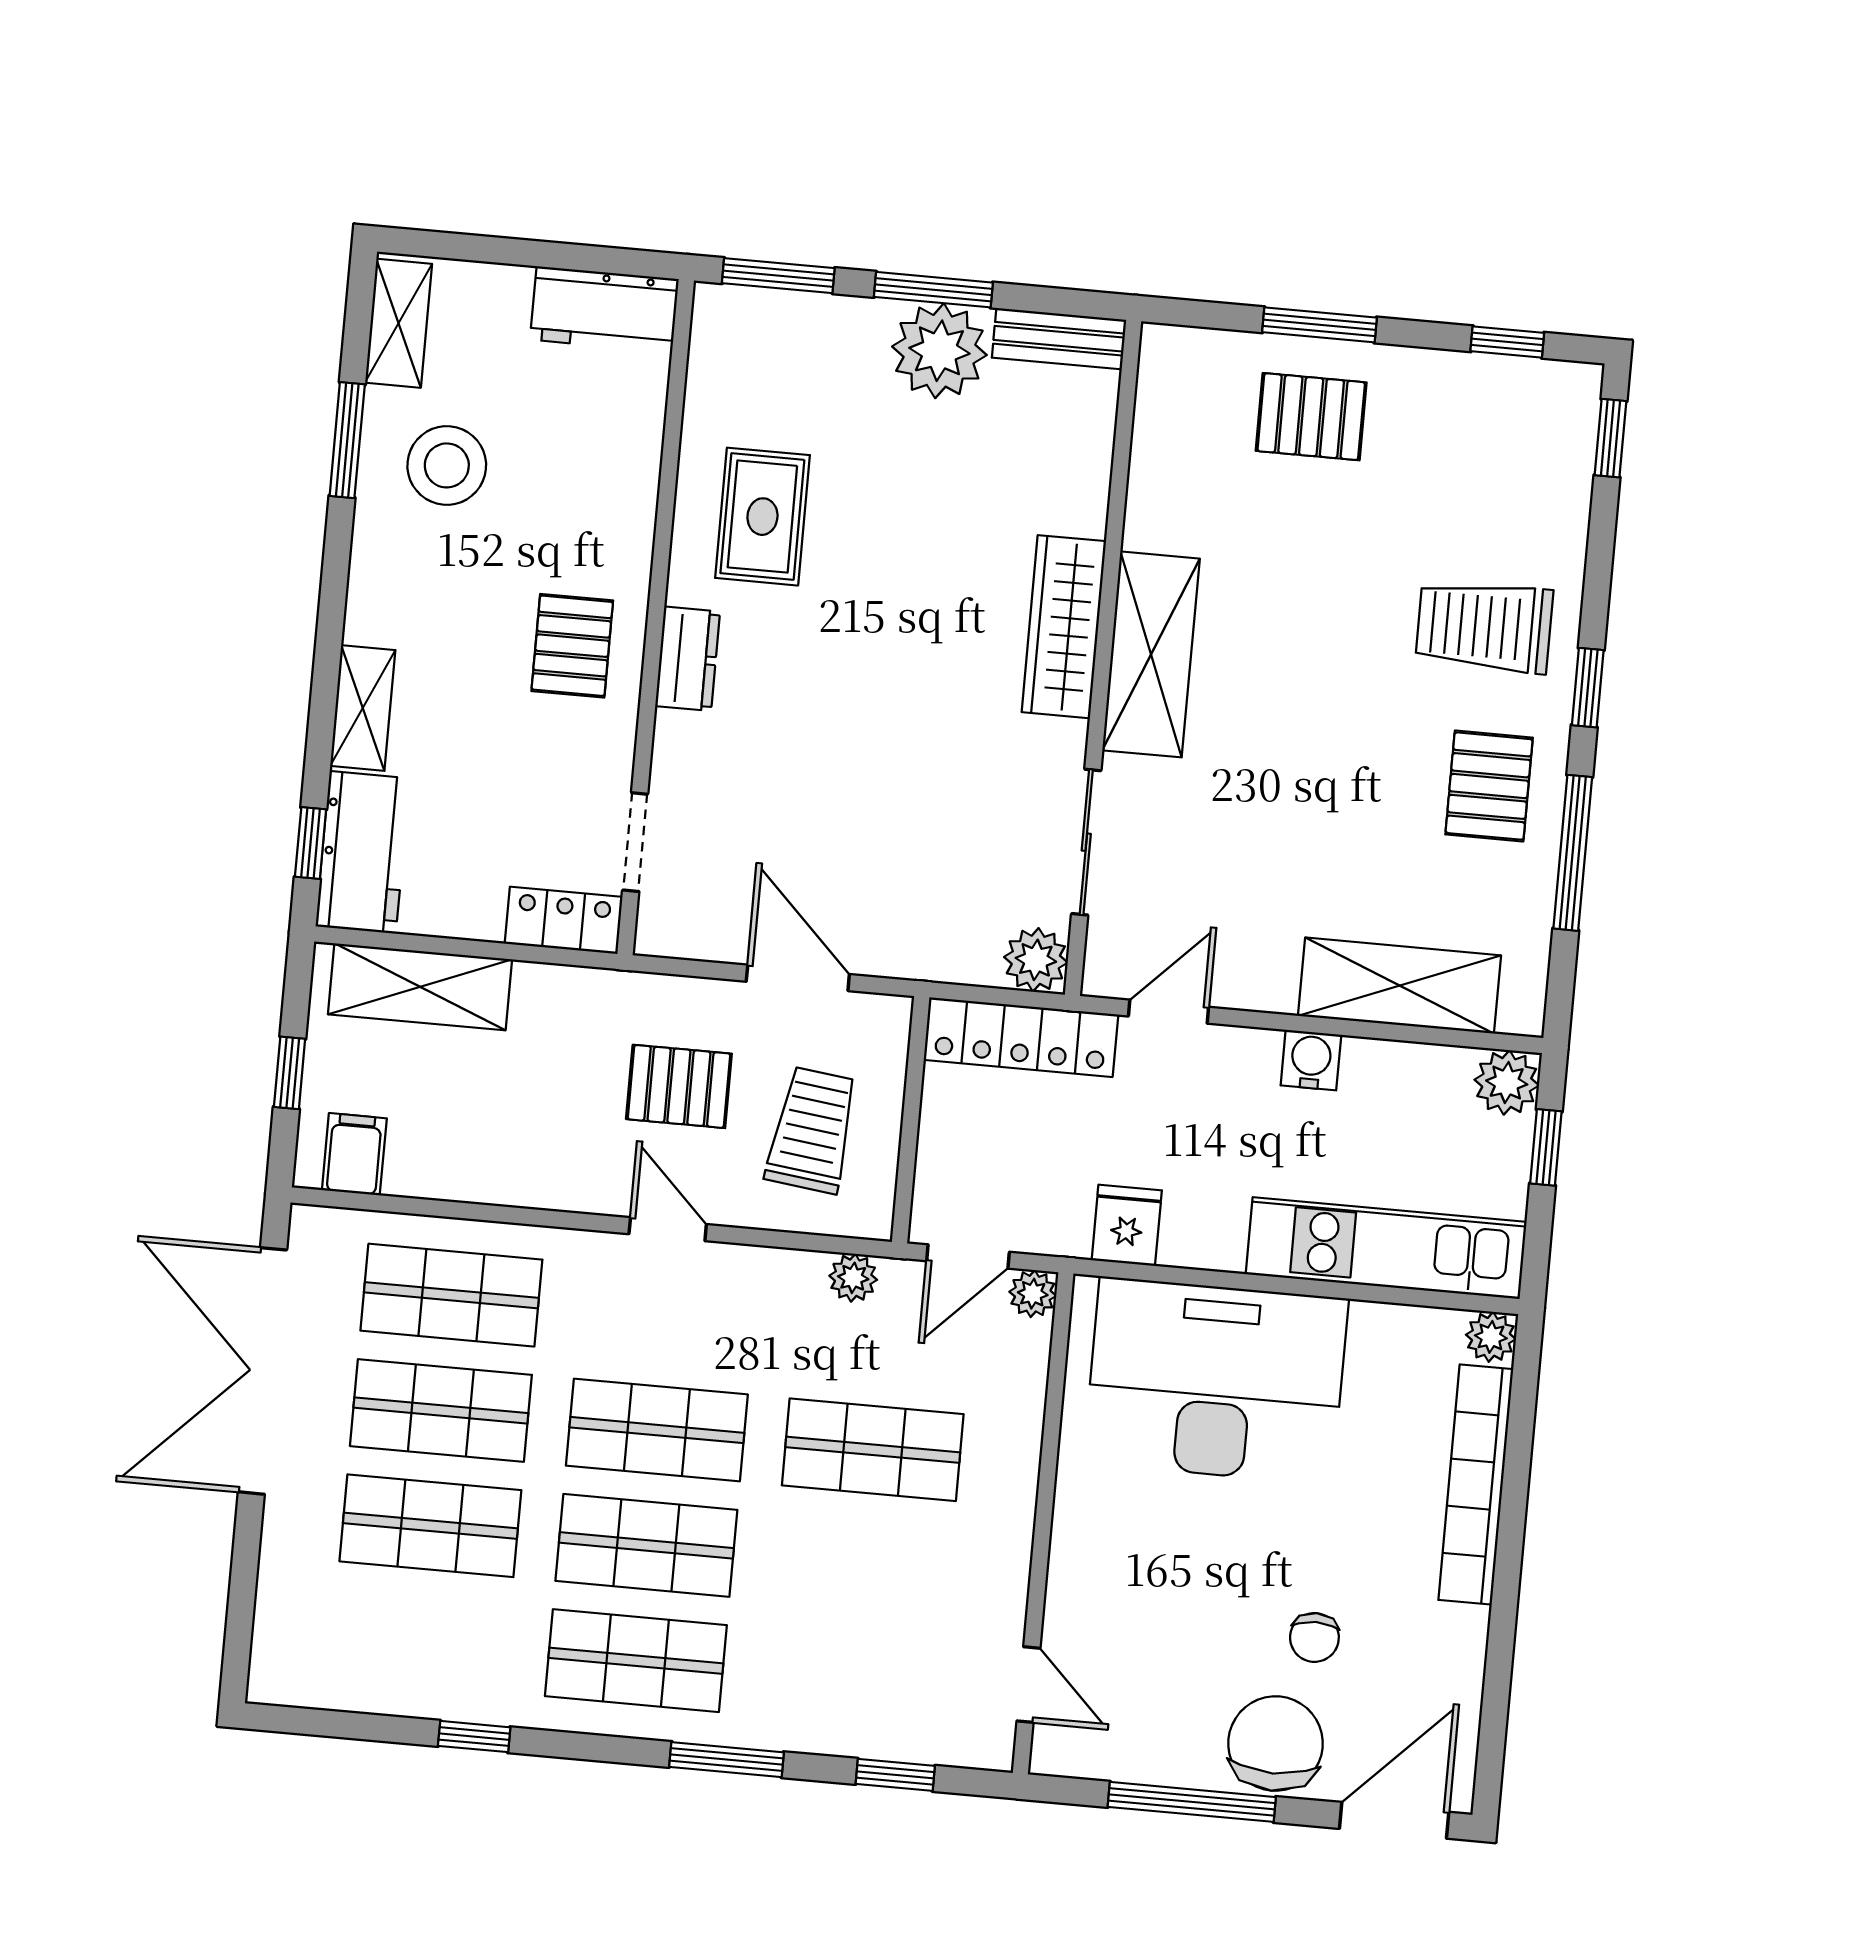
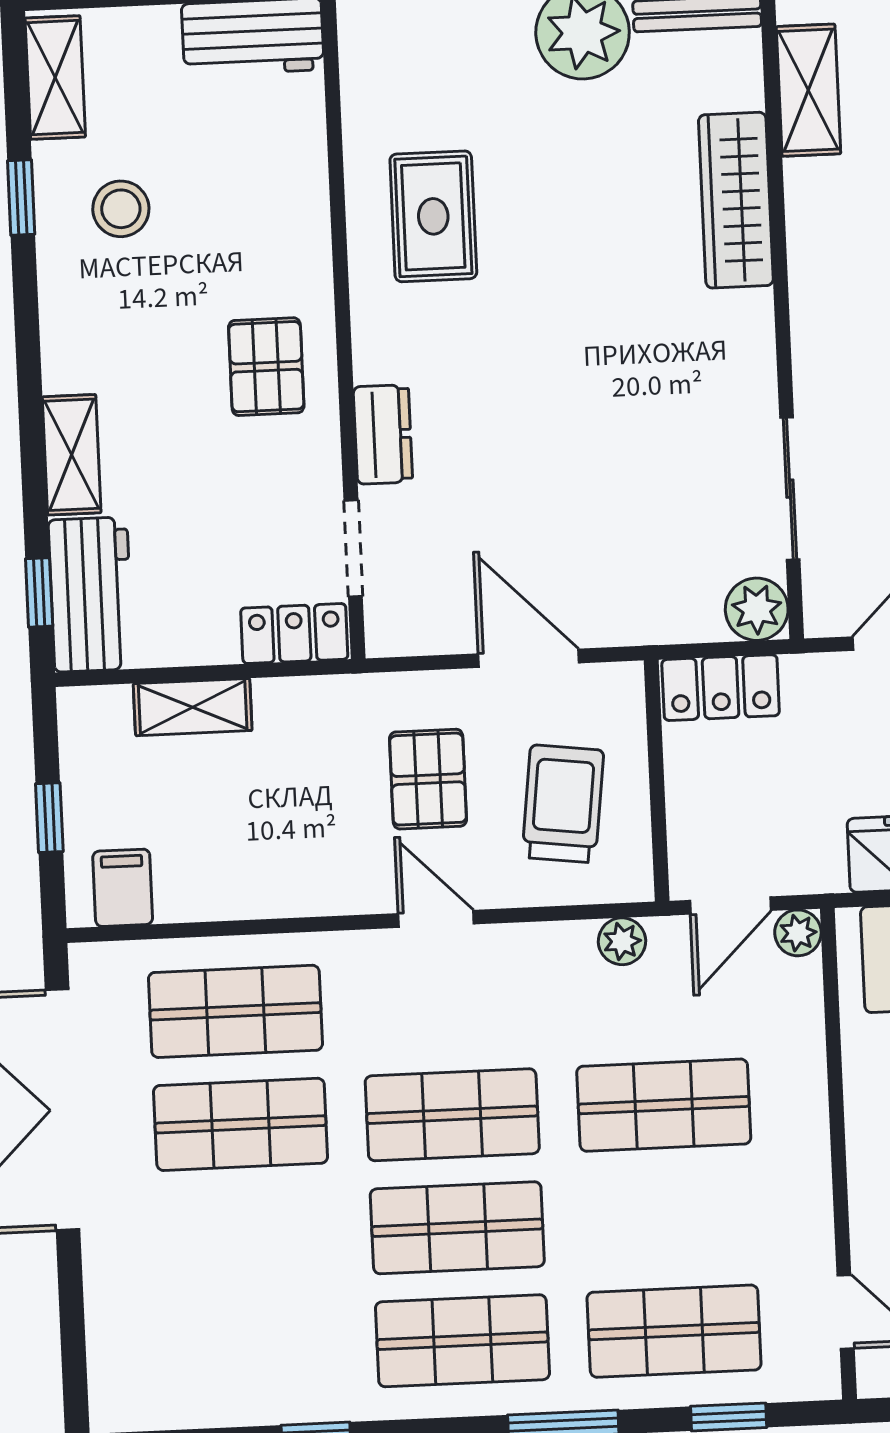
window: (347, 440) -> (21, 197), width x0.67
stool: (447, 465) -> (121, 209), width x0.73, depth x0.73
wardrobe: (1064, 627) -> (736, 200), moved
shelving: (1151, 654) -> (808, 90), moved, width x0.67, depth x0.75
dresser: (688, 659) -> (383, 434), moved
shelving: (420, 987) -> (193, 707), width x0.67, depth x0.75
locker: (1021, 1037) -> (721, 688), width x0.66
pallet: (679, 1086) -> (428, 779), turned 90
shop shelf: (430, 1526) -> (674, 1331), moved

